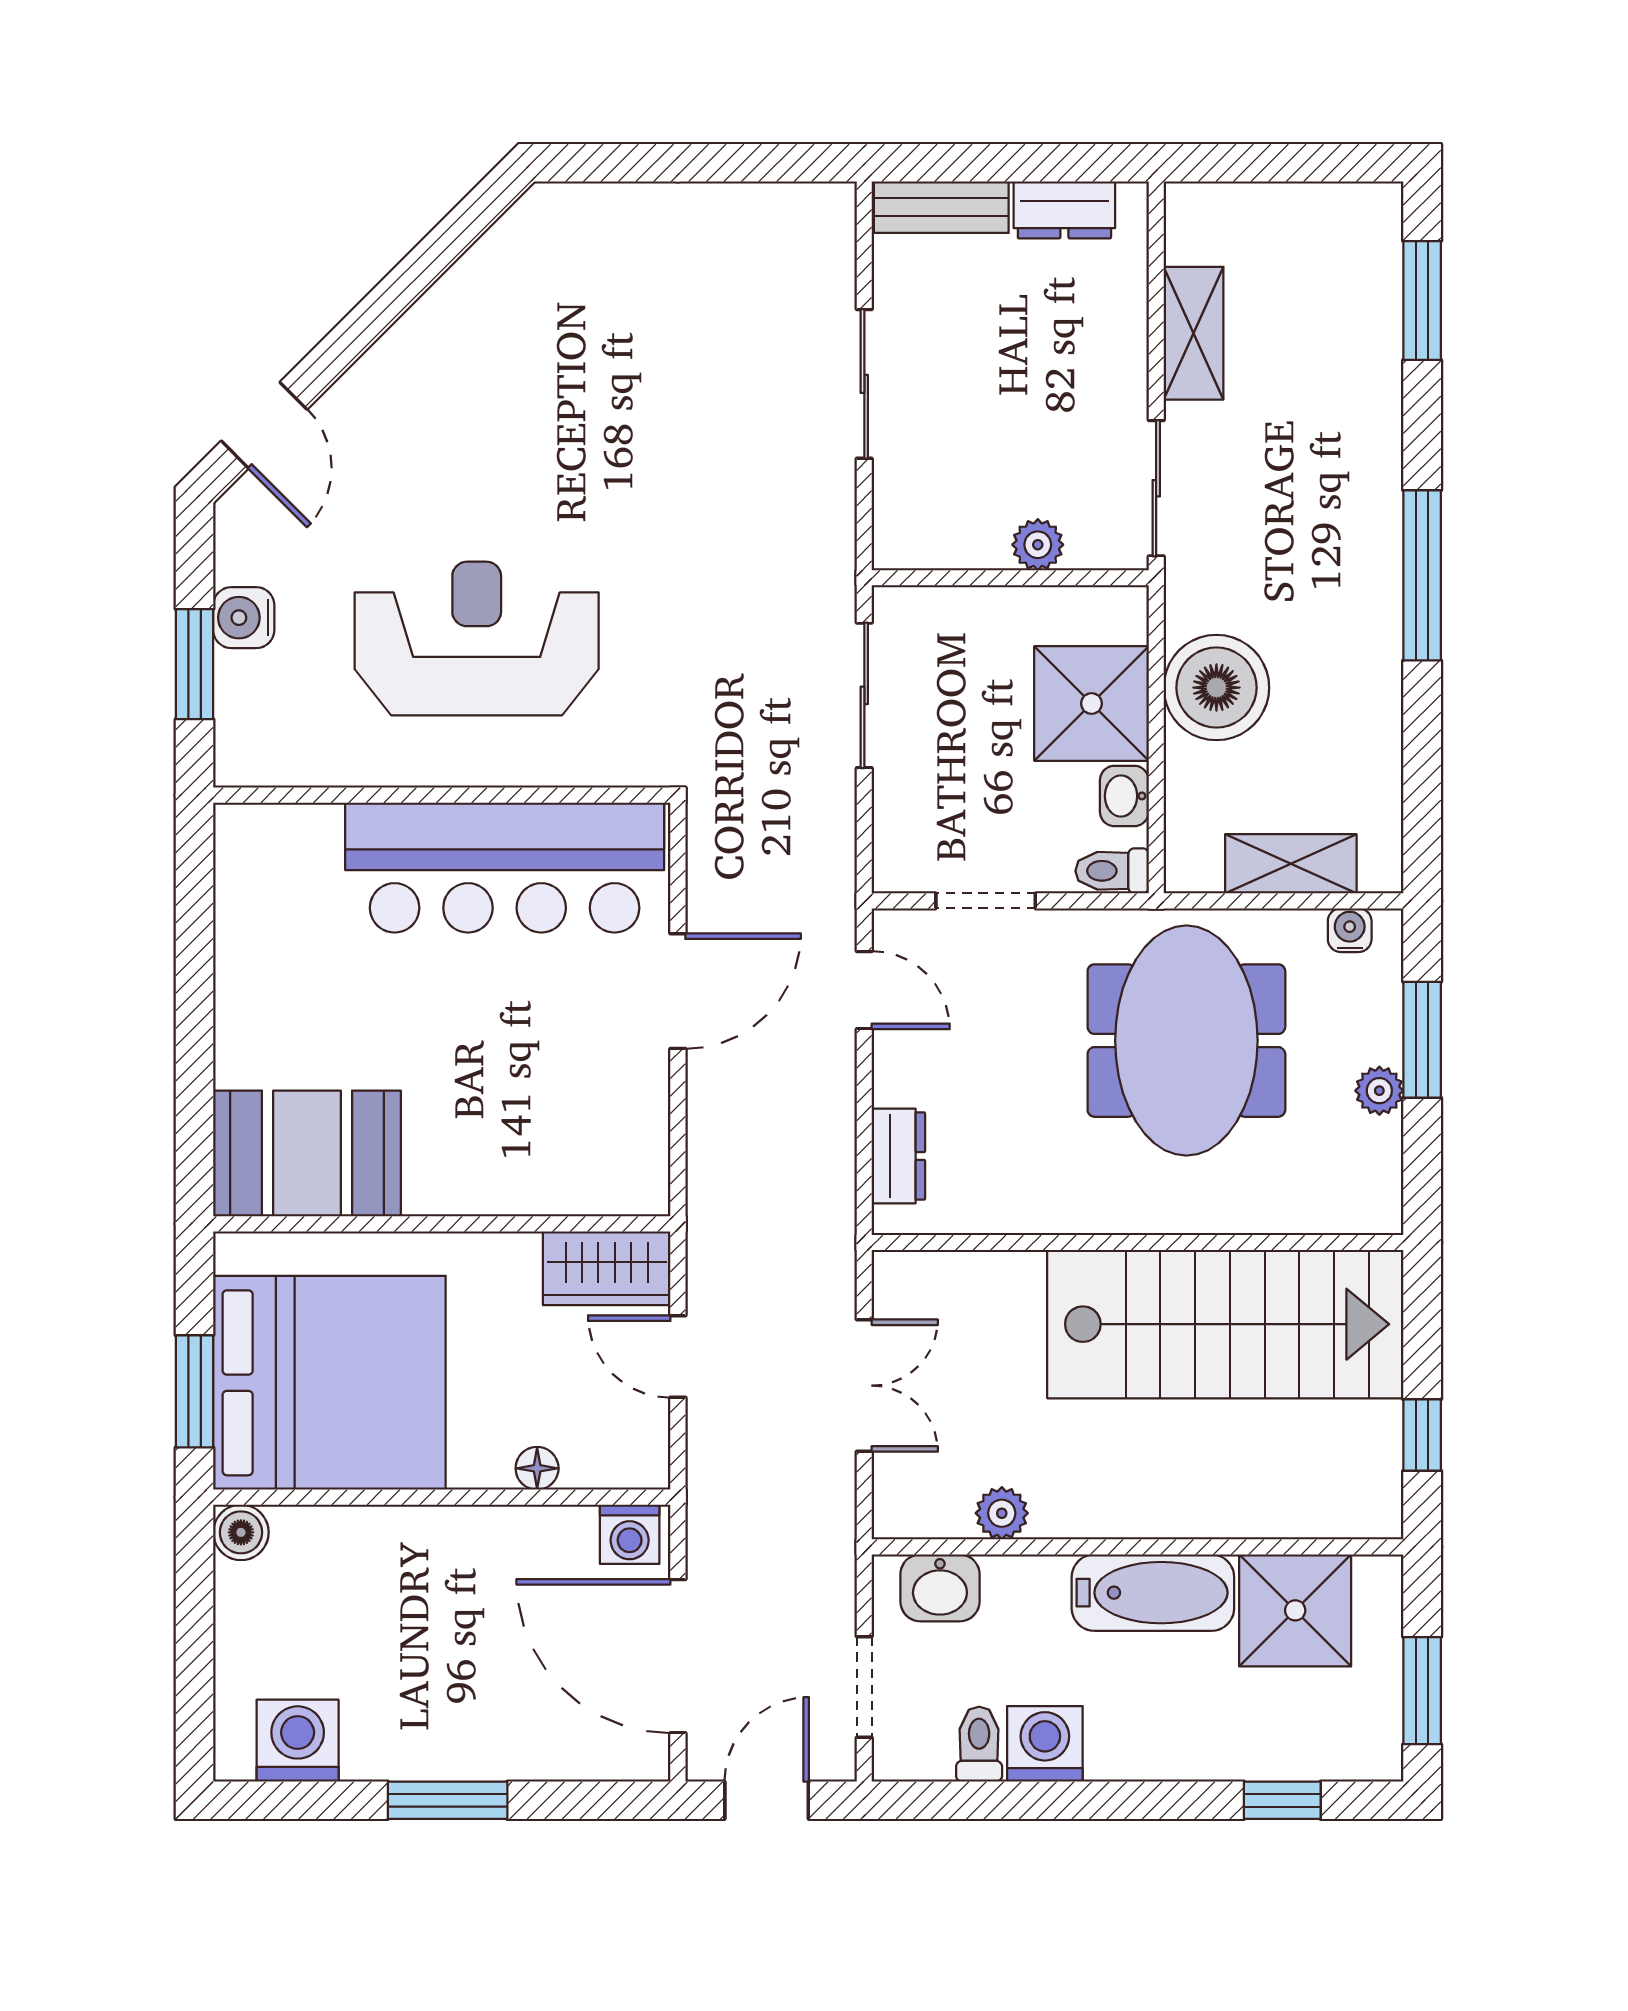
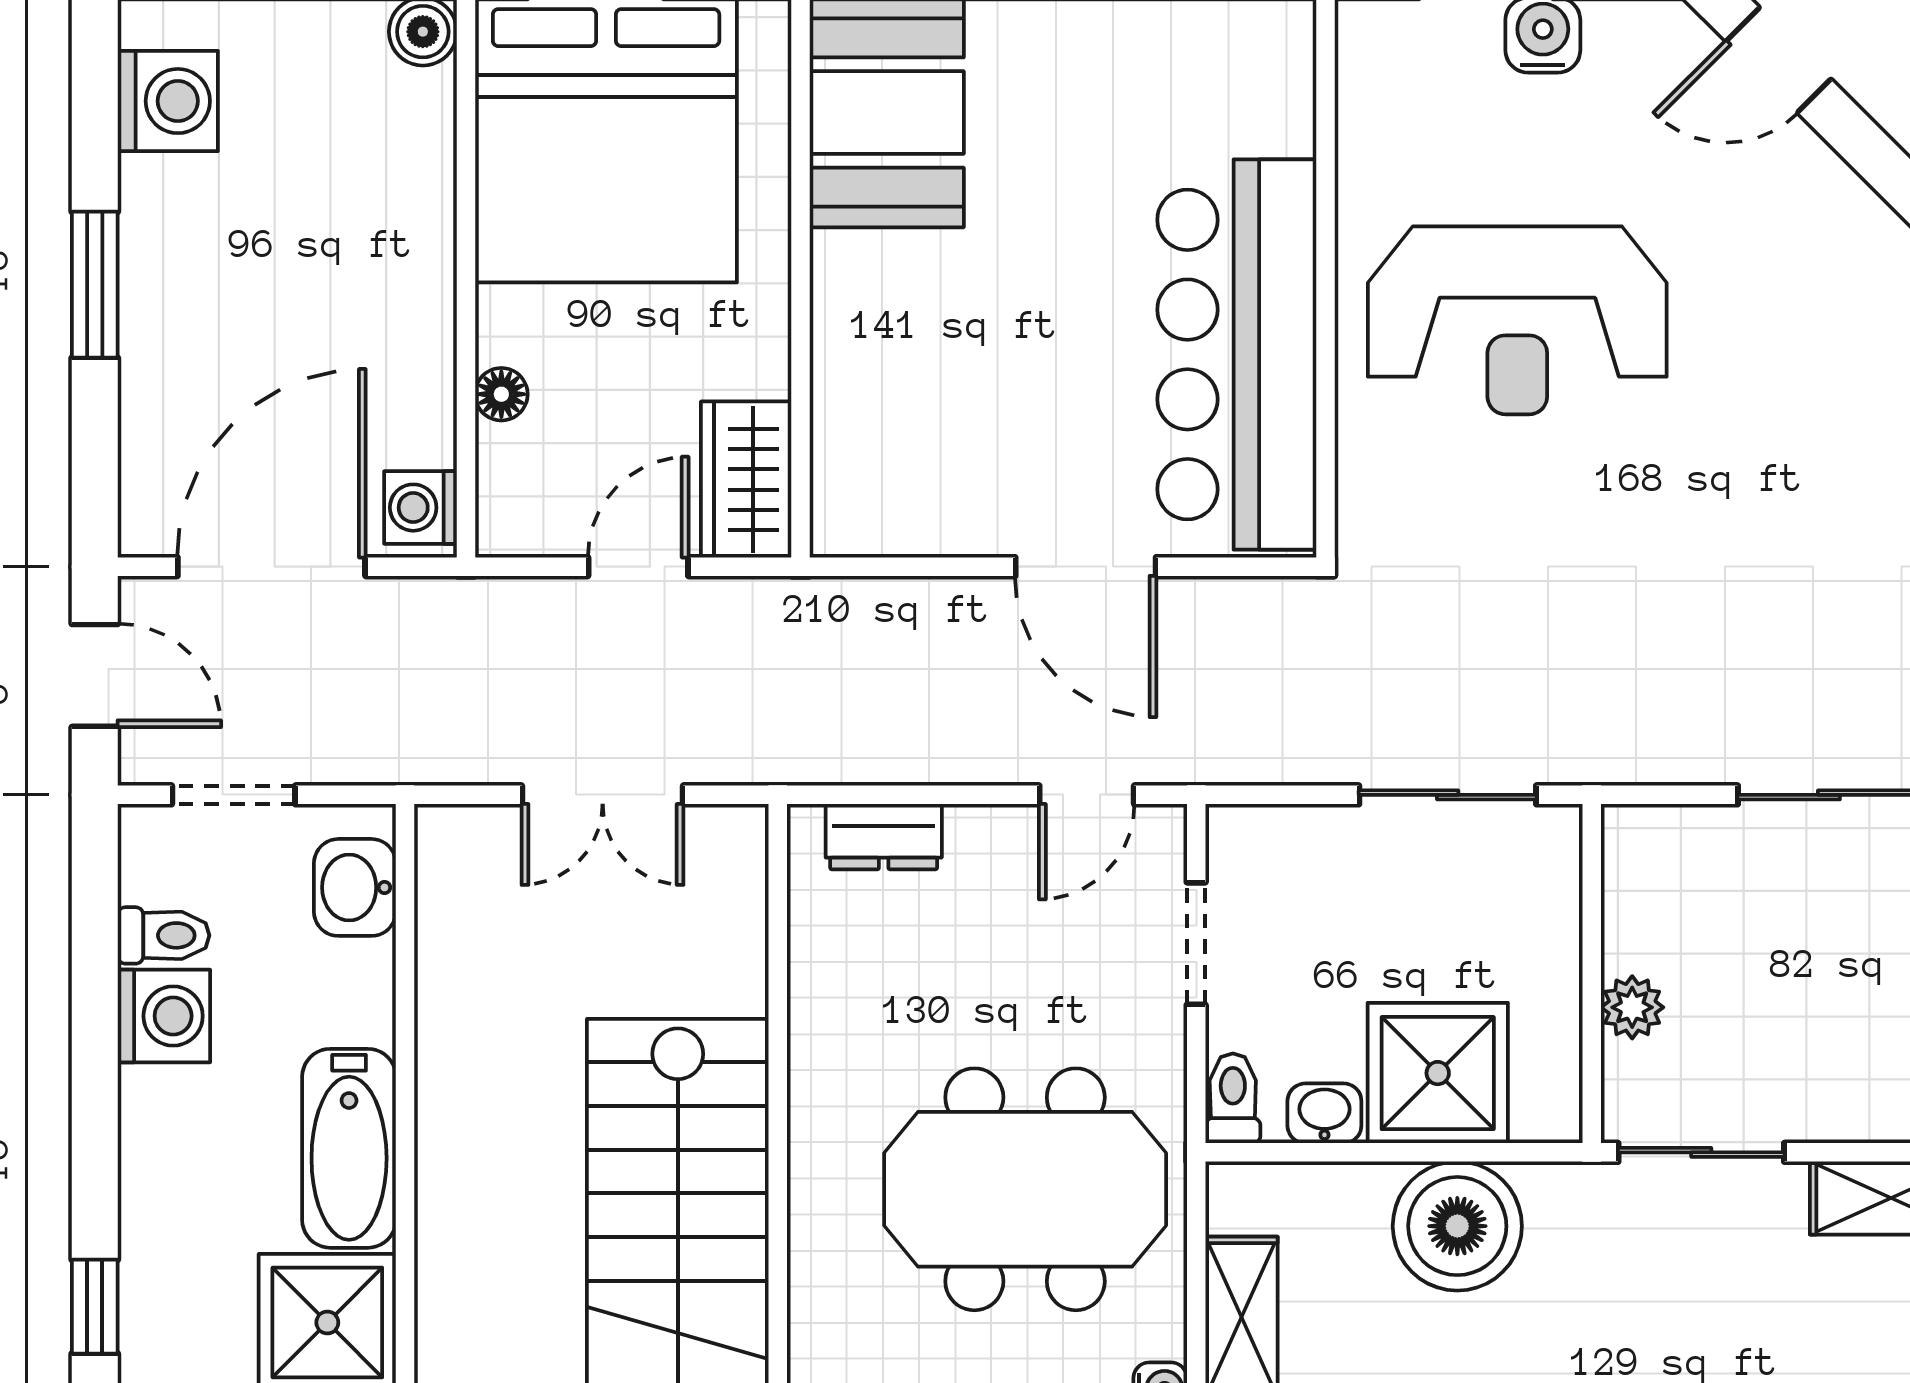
reception desk: (477, 638) -> (1517, 320), turned 90
plant: (1002, 1513) -> (446, 963), removed

